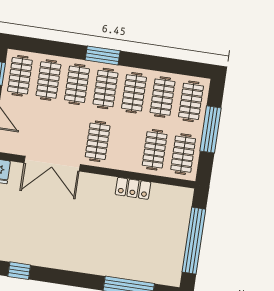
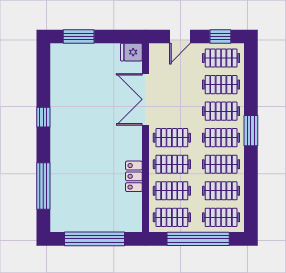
window: (210, 129) -> (198, 239), width x1.46
clothes rail: (126, 146) -> (172, 164), added
window: (19, 271) -> (43, 117), moved

